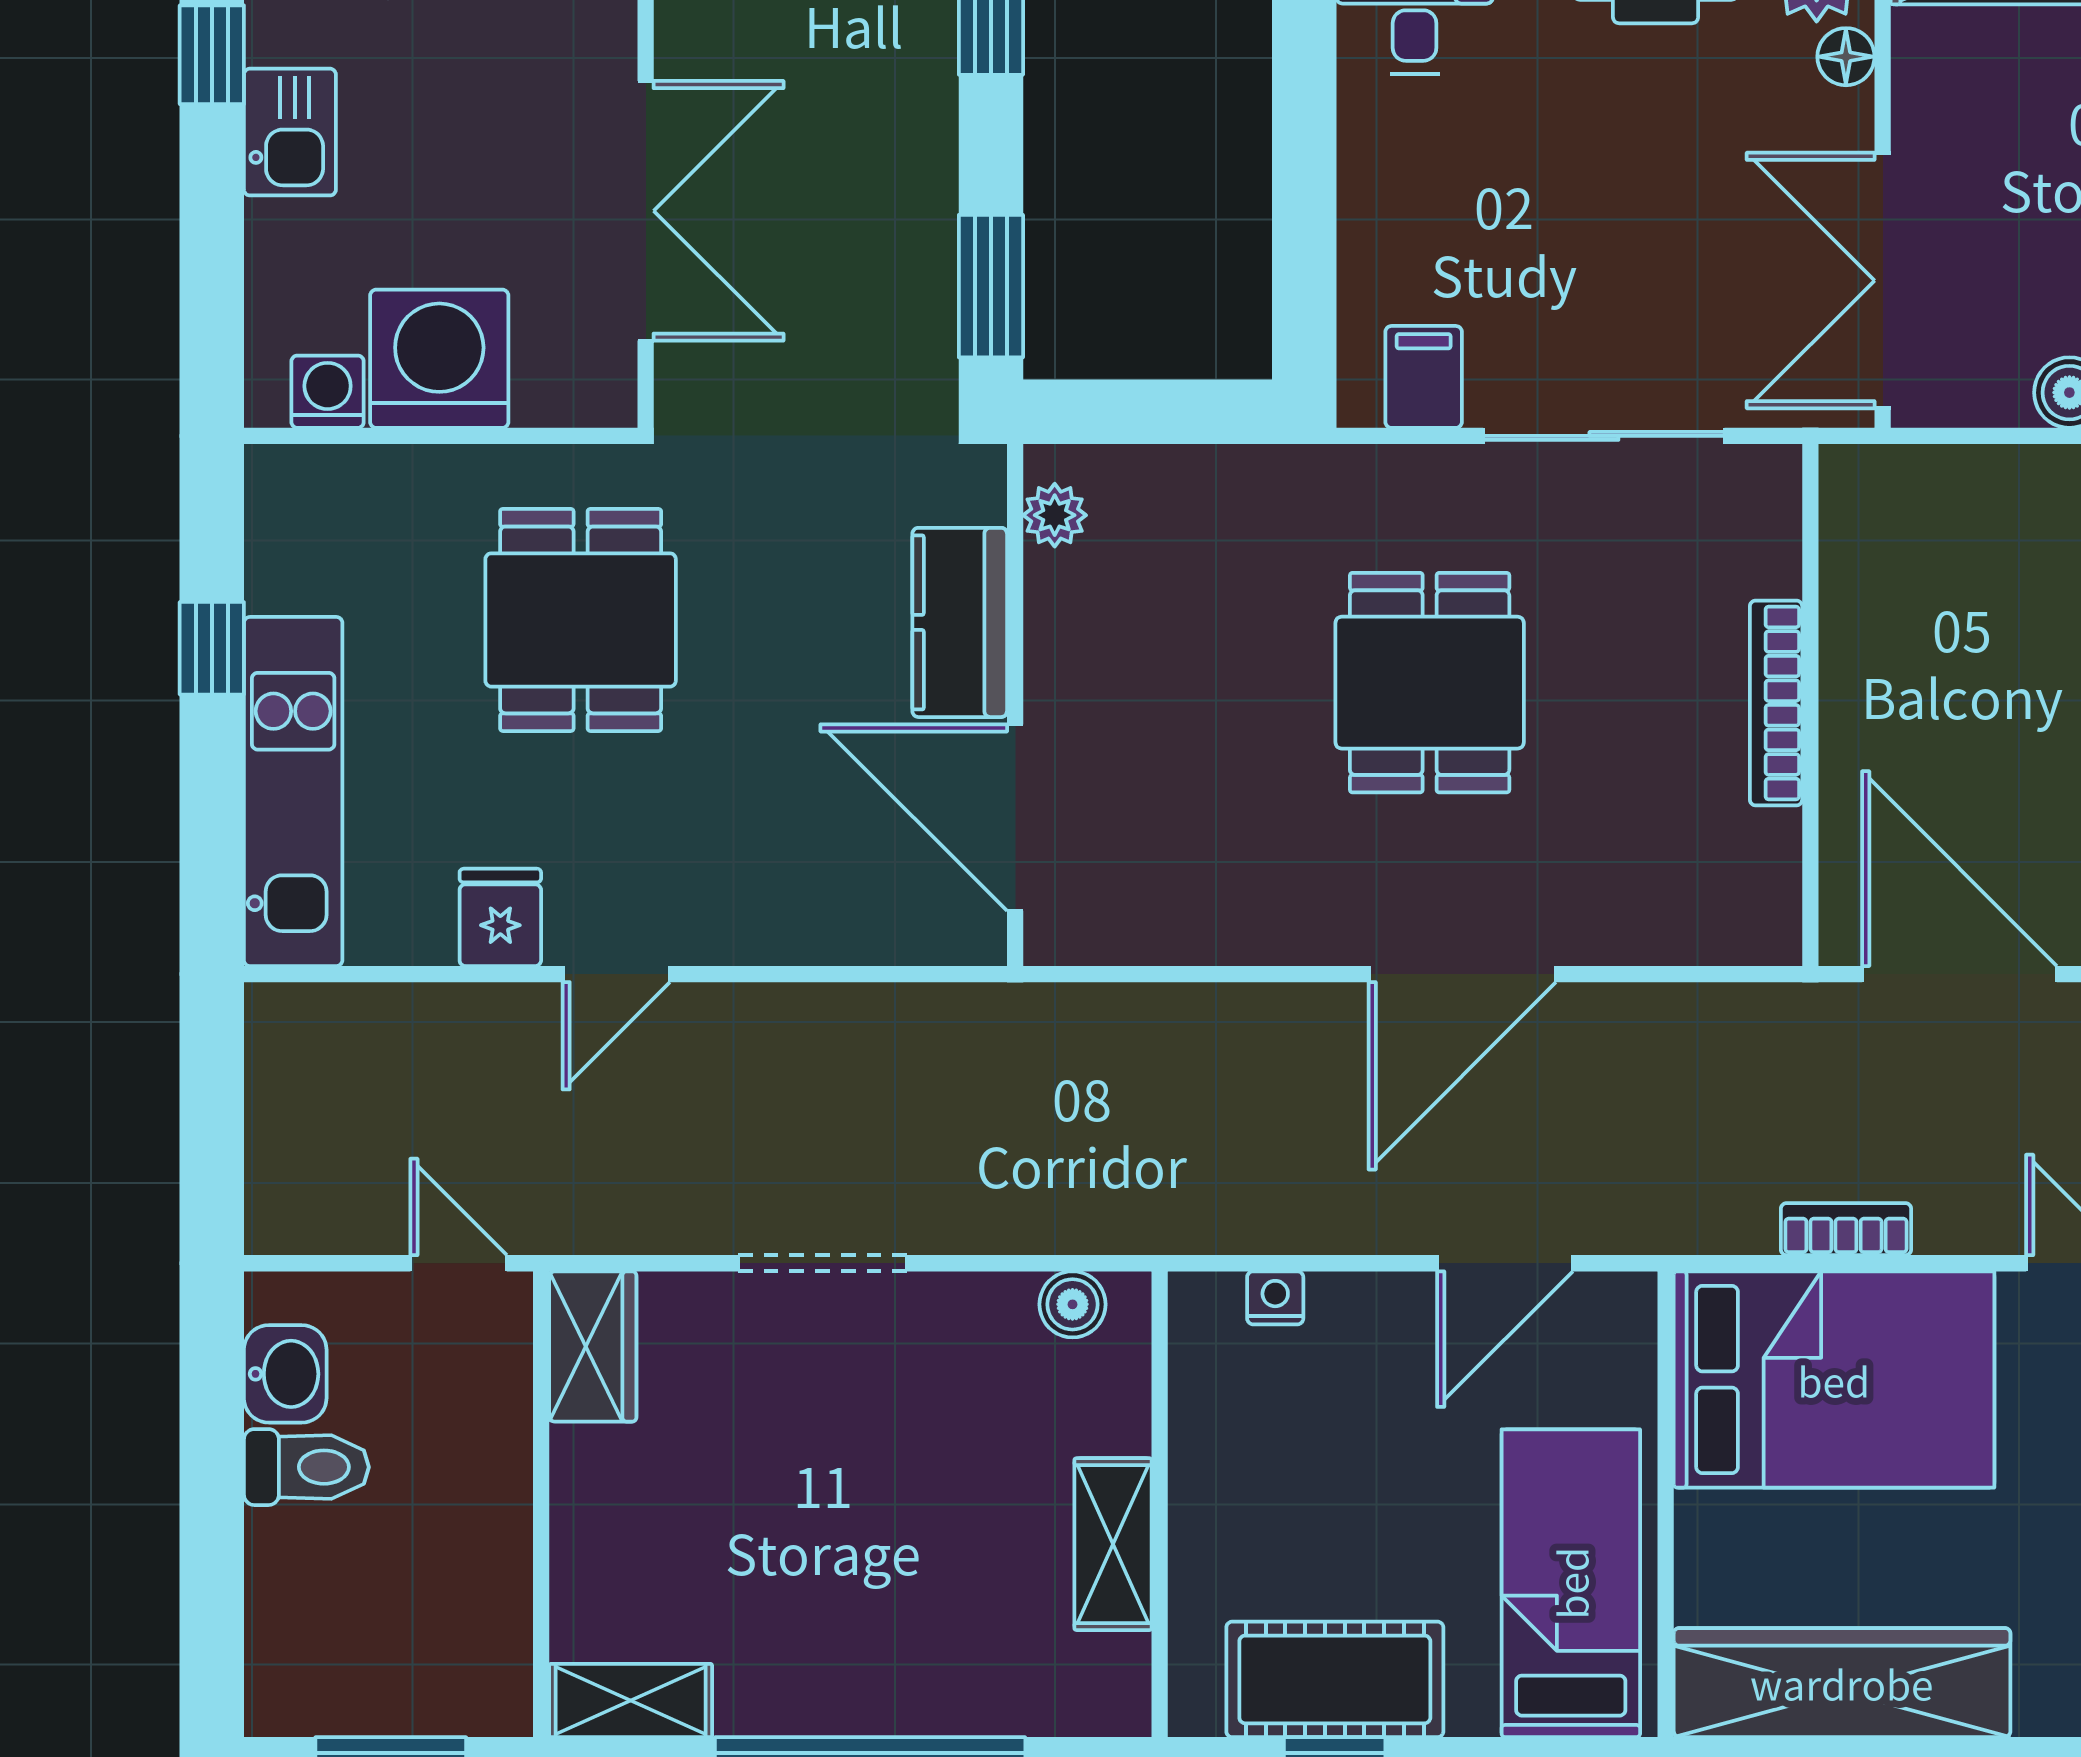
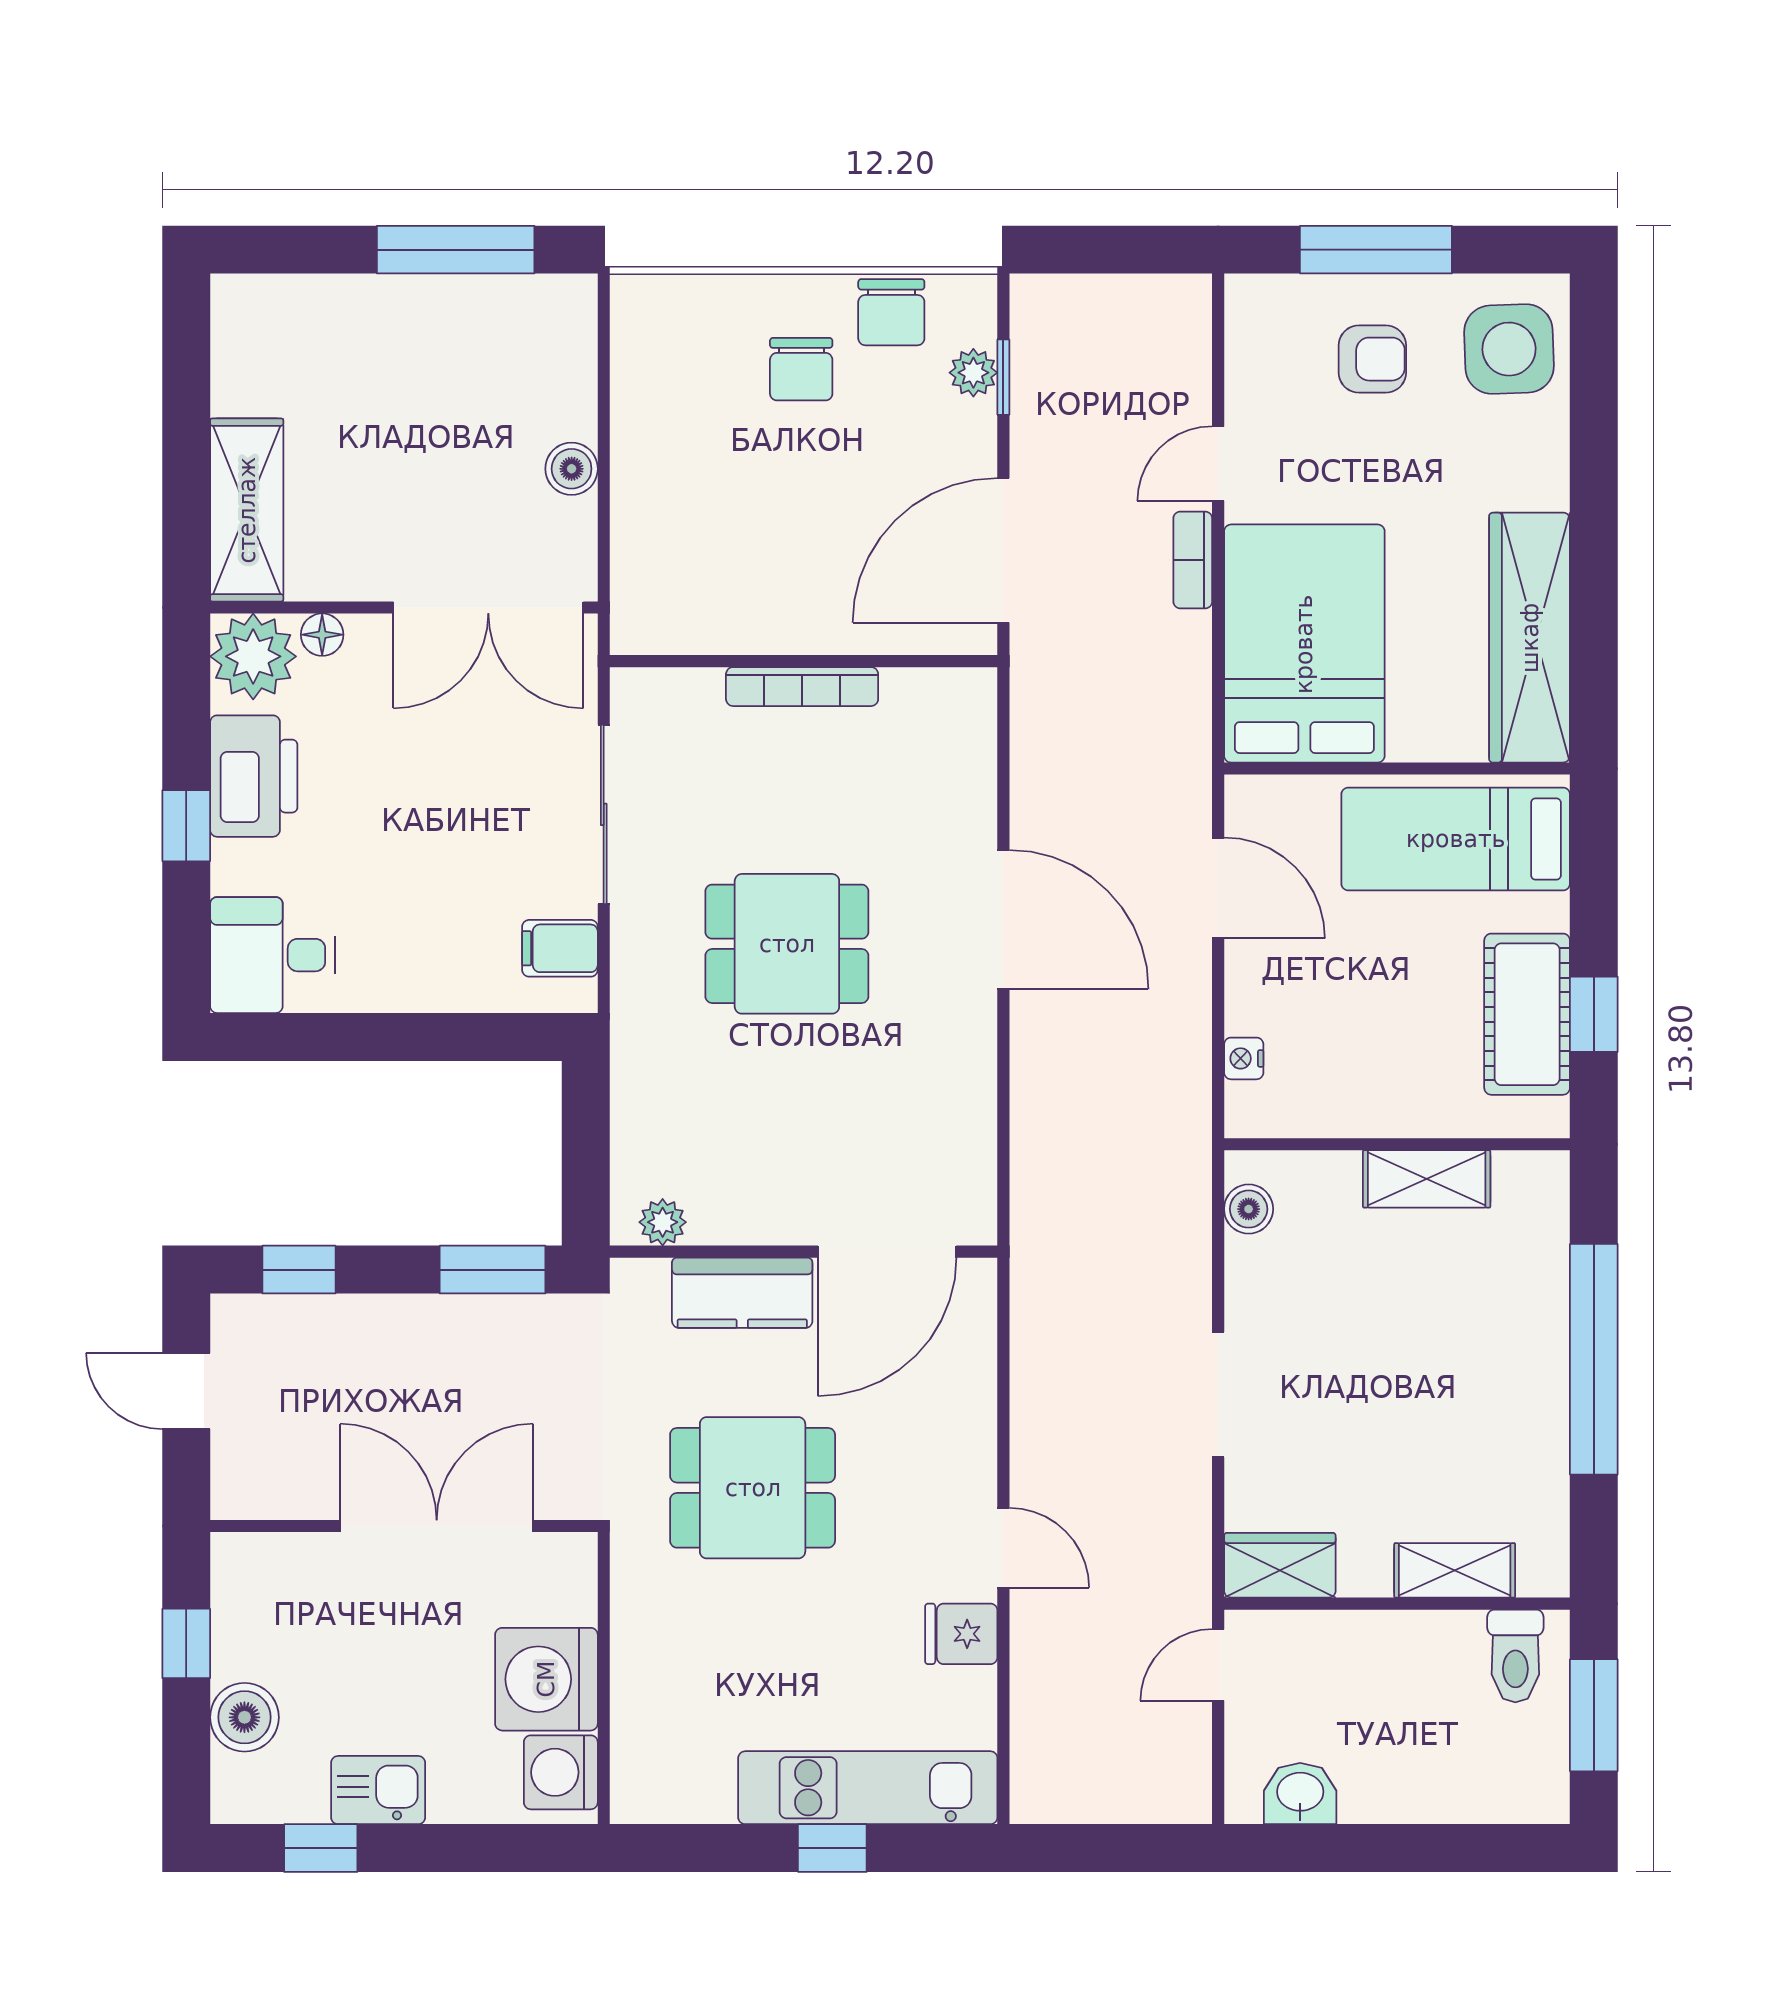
washing machine: (328, 392) -> (561, 1772), width x1.38, depth x1.38
dining table: (581, 620) -> (753, 1488), moved
window: (212, 648) -> (832, 1848), moved
bookcase: (1846, 1229) -> (1193, 560), moved
toilet: (306, 1467) -> (1515, 1656), moved, turned 180
shelving: (631, 1700) -> (1455, 1570), moved, turned 90

